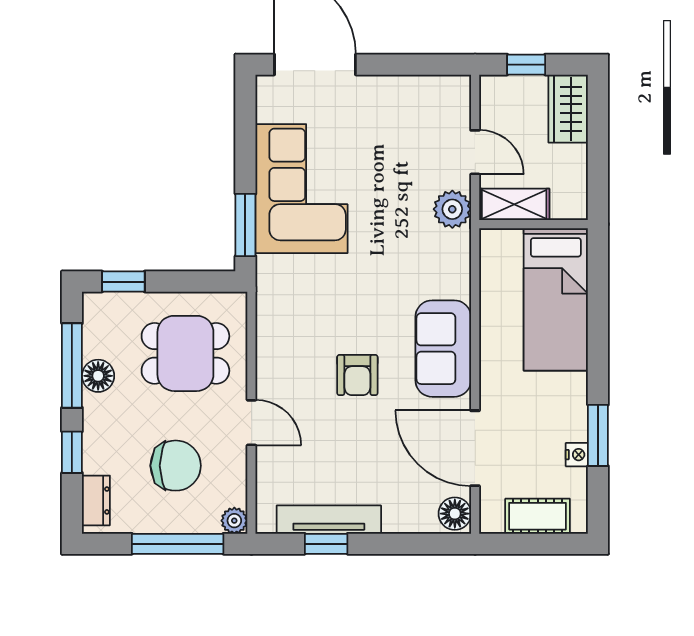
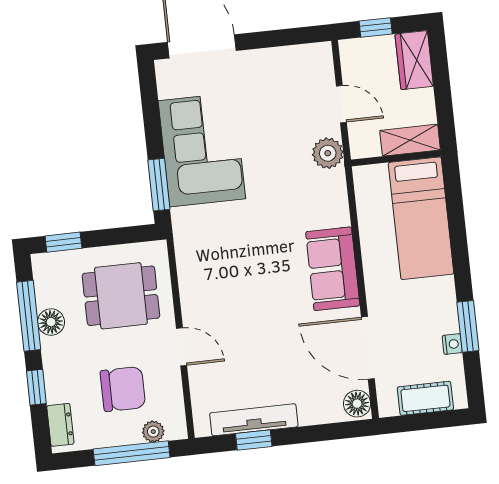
shelving: (514, 204) -> (410, 140), moved
armchair: (357, 375) -> (264, 298), removed
plant: (234, 521) -> (153, 432), moved

